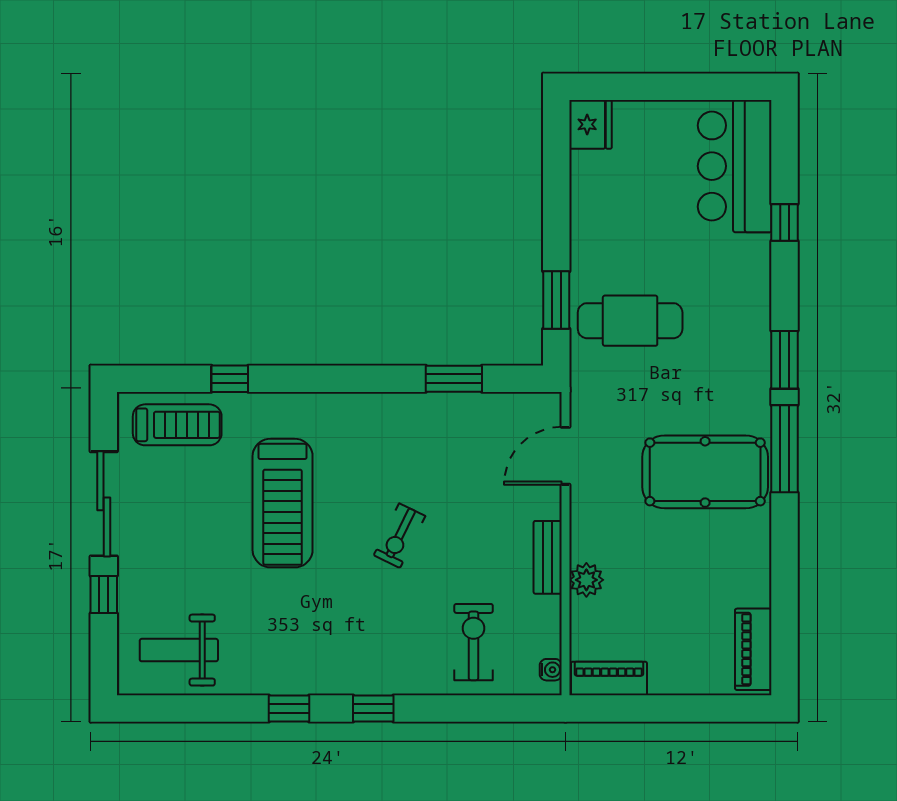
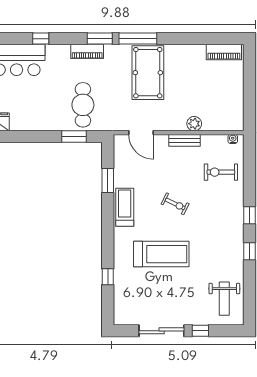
treadmill: (177, 425) -> (125, 207), moved
piano: (609, 678) -> (87, 51), moved, turned -90

